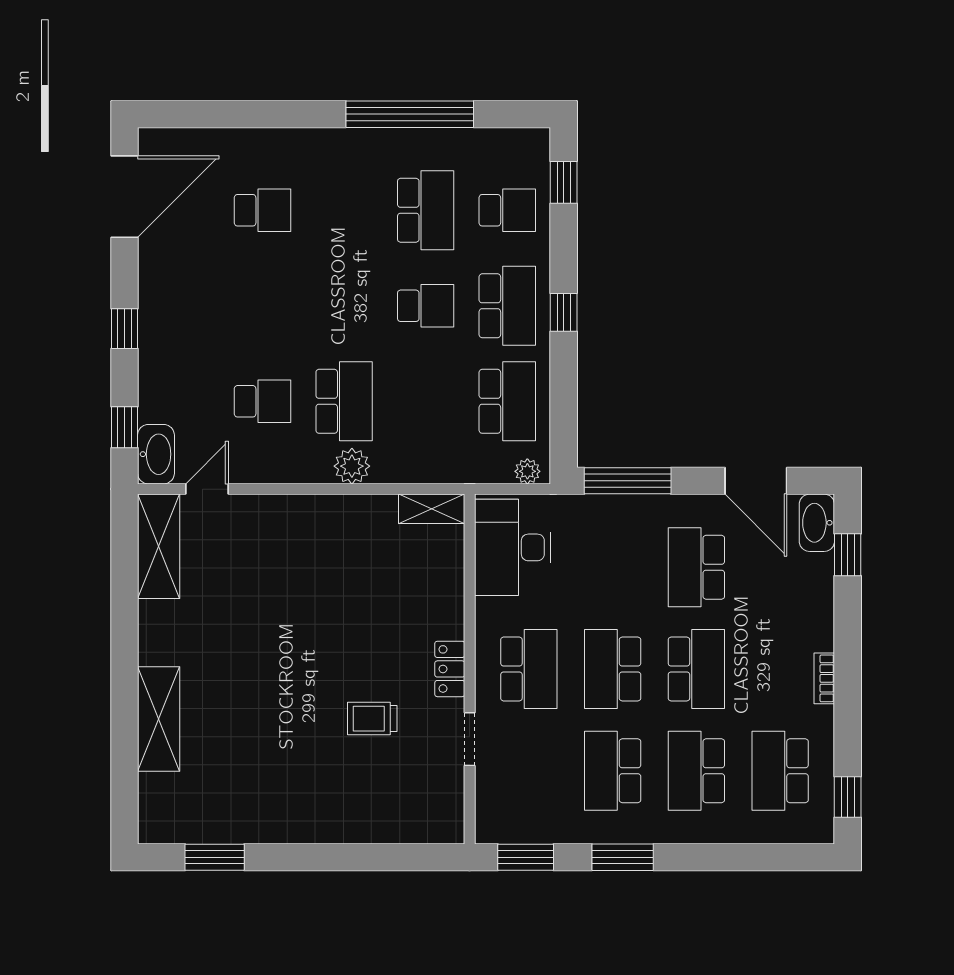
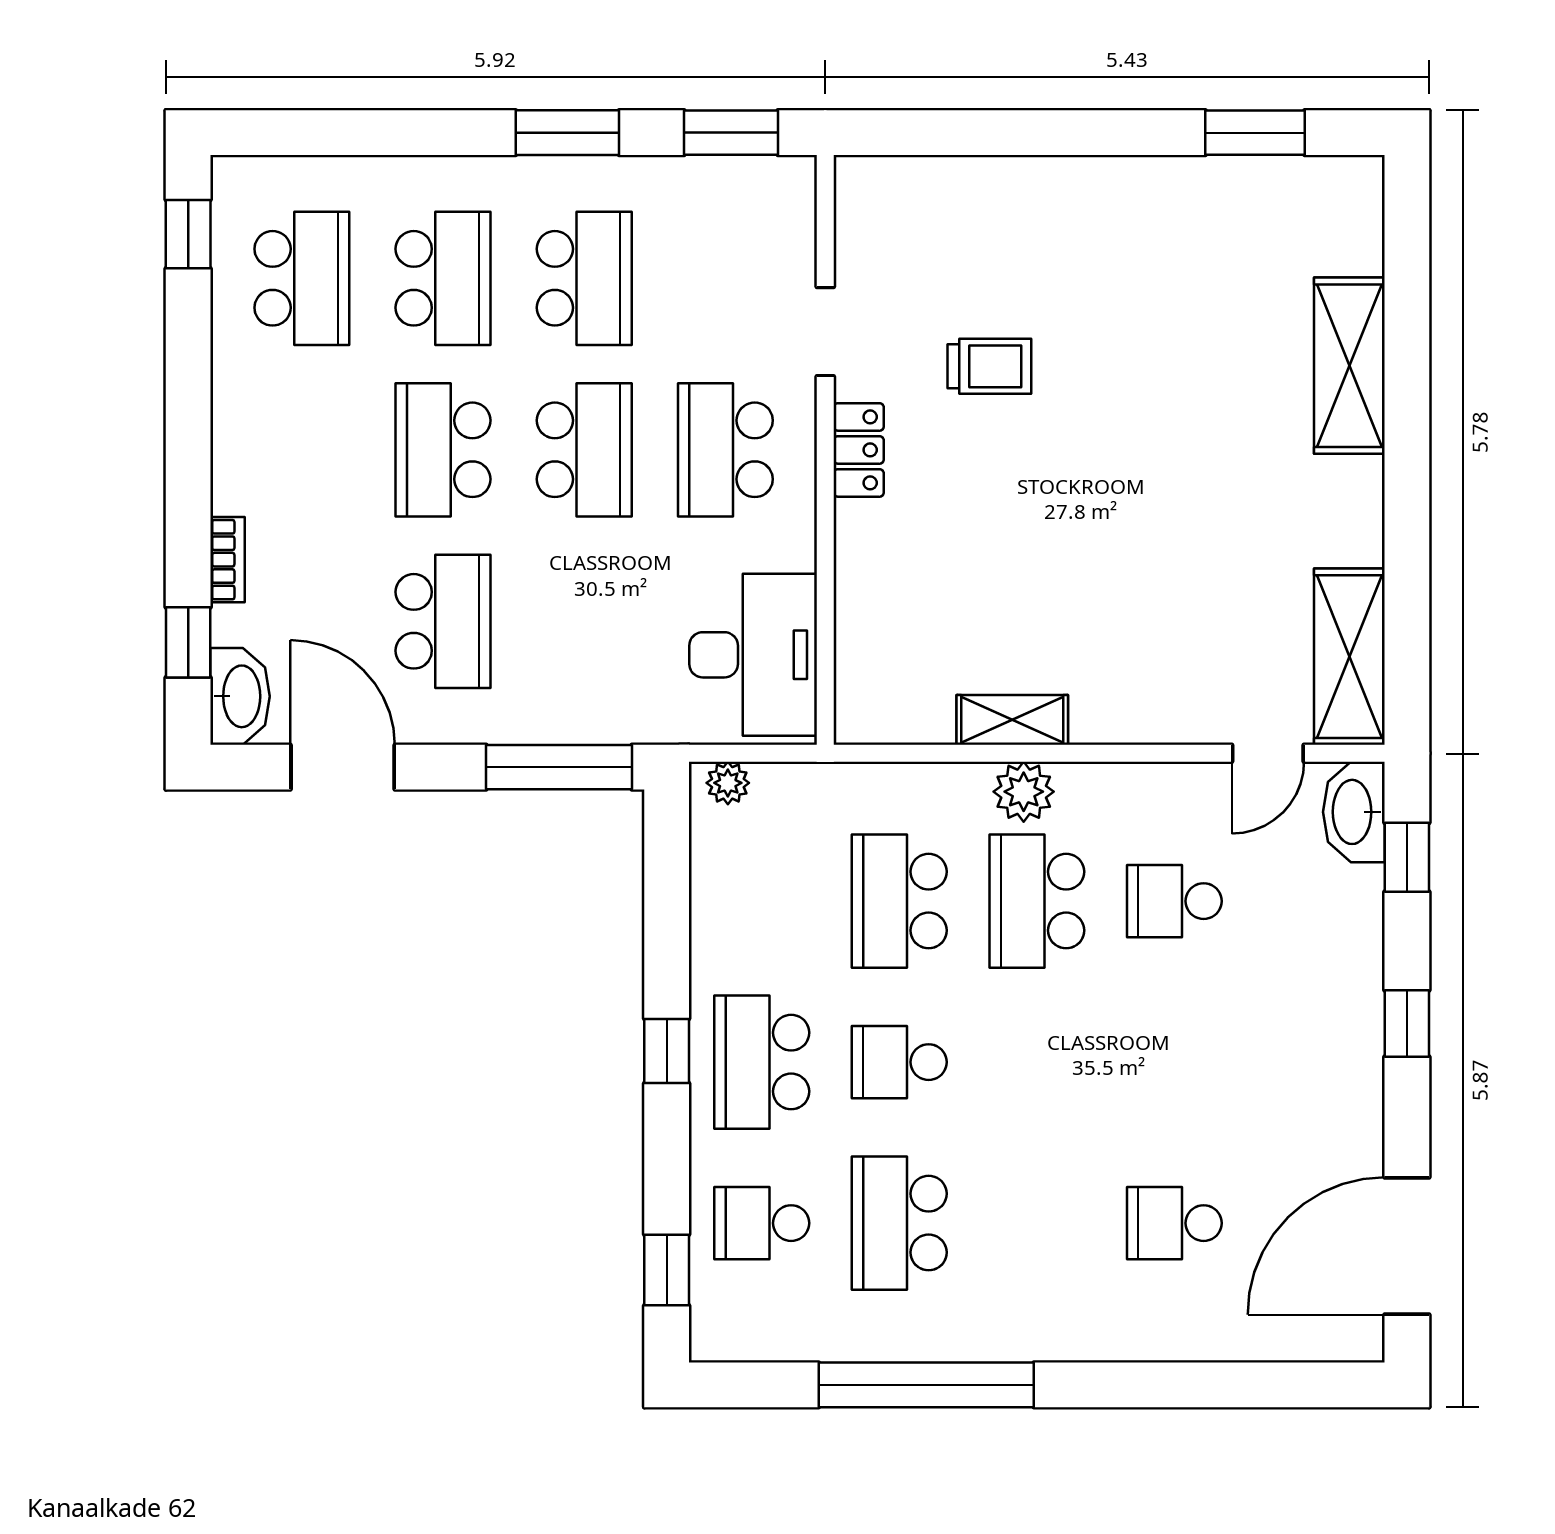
school desk: (507, 401) -> (899, 901), moved
shelving: (432, 509) -> (1012, 720), moved
bookcase: (824, 678) -> (227, 560), moved

